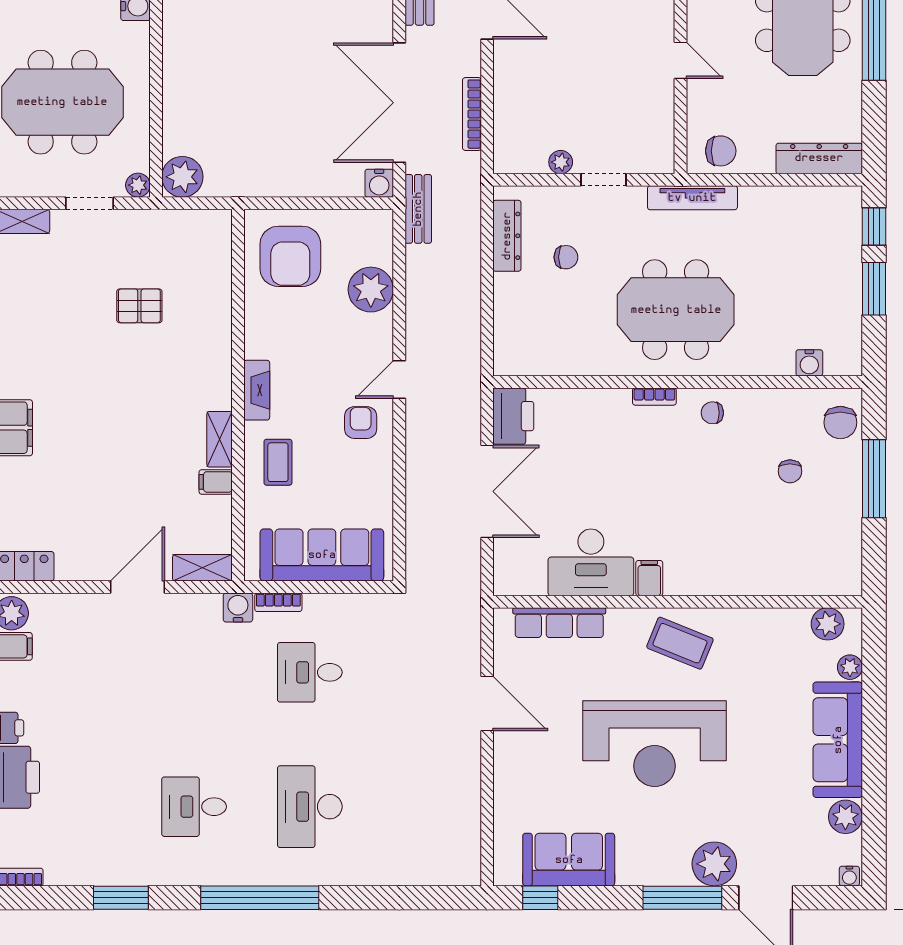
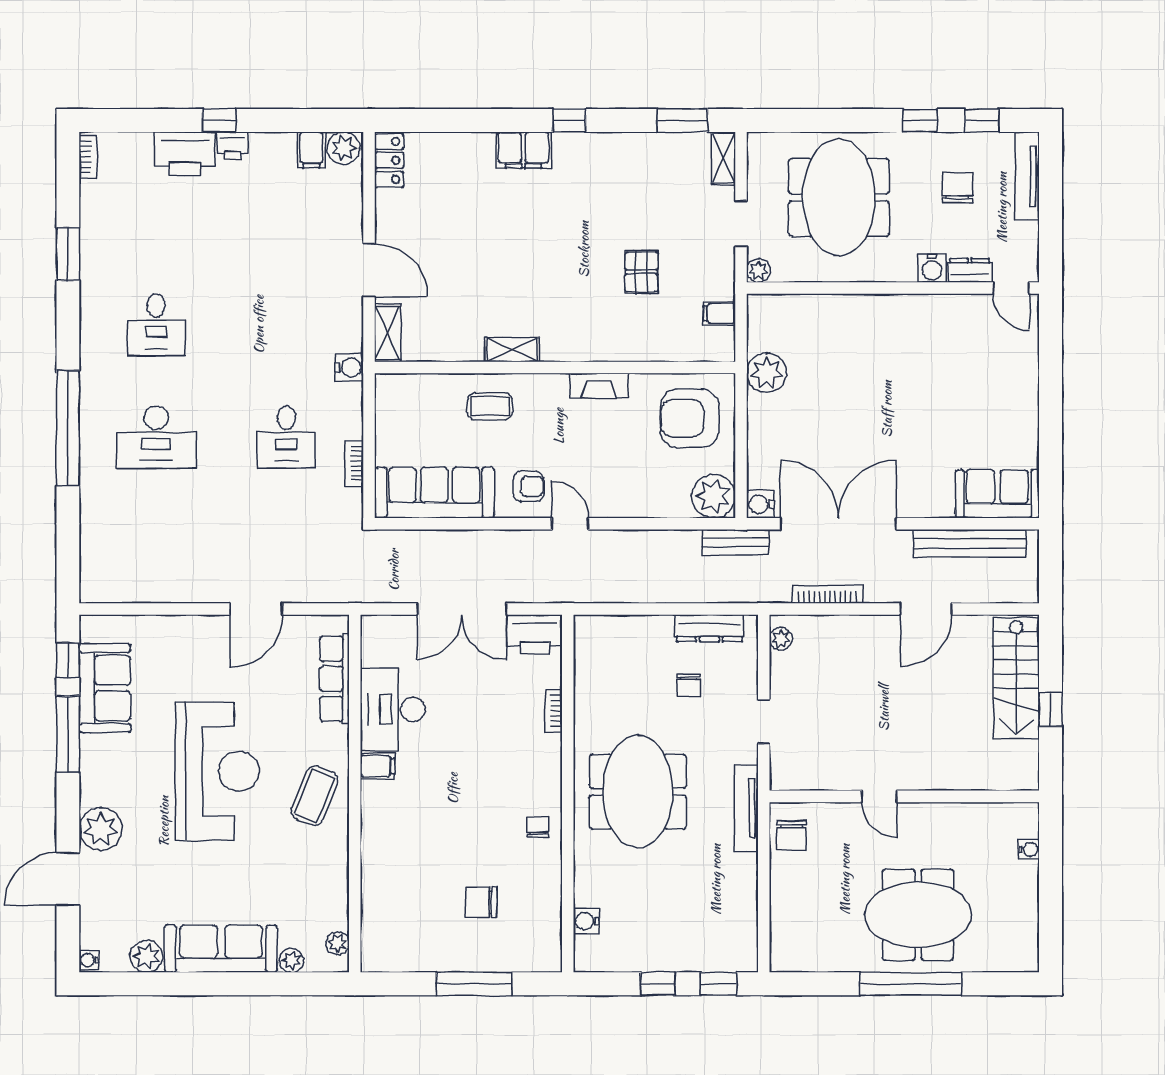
door: (681, 60) -> (879, 796), hinge flipped
dresser: (819, 158) -> (784, 931), removed
plant: (561, 162) -> (781, 639), moved
plant: (182, 177) -> (767, 373), moved
window: (874, 289) -> (658, 984), width x0.67
plant: (371, 290) -> (713, 496), moved
fireplace: (257, 390) -> (599, 386), moved
bookcase: (654, 397) -> (554, 711), moved
chair: (840, 423) -> (528, 951), removed
chair: (790, 471) -> (481, 902), width x1.37, depth x1.37
filing cabinet: (216, 482) -> (719, 313), moved, turned -90
sofa: (322, 555) -> (434, 493), moved, turned -90
bookcase: (278, 602) -> (354, 464), moved
plant: (828, 624) -> (338, 943), width x0.73, depth x0.73
desk: (310, 672) -> (286, 437), turned 180
reception desk: (655, 744) -> (217, 771), turned 180
desk: (194, 807) -> (156, 325), turned 180
desk: (310, 807) -> (156, 437), turned 180
window: (260, 898) -> (68, 428), moved
window: (682, 898) -> (68, 734), moved

